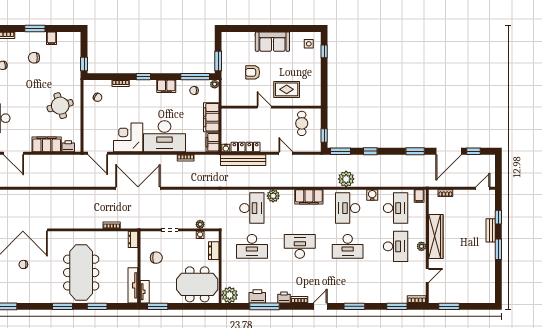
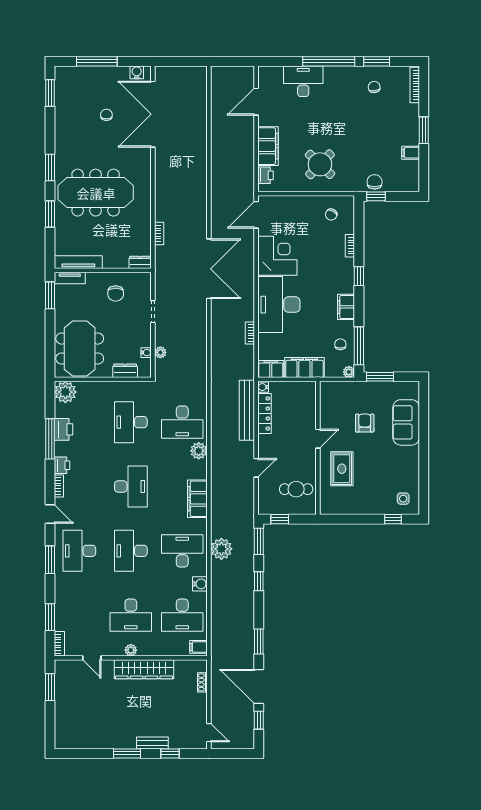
sofa: (272, 42) -> (406, 422), moved
chair: (34, 58) -> (375, 182), moved
round table: (60, 106) -> (320, 164), turned -30
desk: (348, 285) -> (79, 551), added

